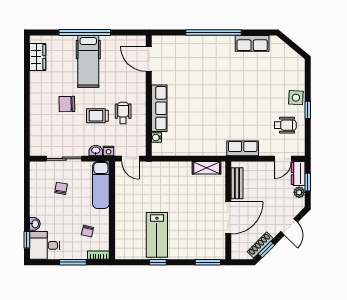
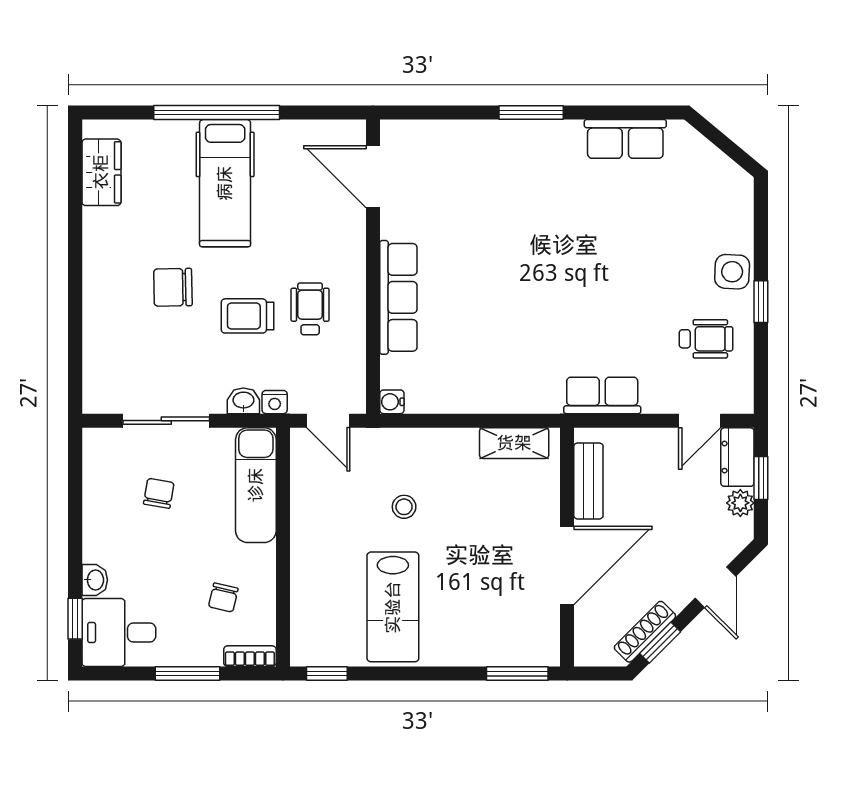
window: (214, 32) -> (531, 112), width x0.47
water cooler: (157, 138) -> (392, 402), moved
stool: (162, 194) -> (404, 507), added
window: (158, 262) -> (327, 674), moved

